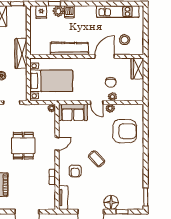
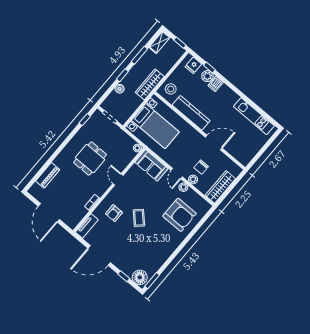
stool: (125, 40) -> (171, 89), moved
wardrobe: (137, 68) -> (220, 187), moved, width x1.50
door: (57, 144) -> (118, 179), swing flipped
floor lamp: (111, 202) -> (140, 277), moved

